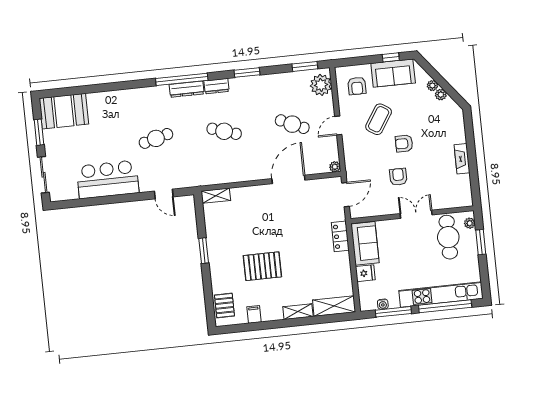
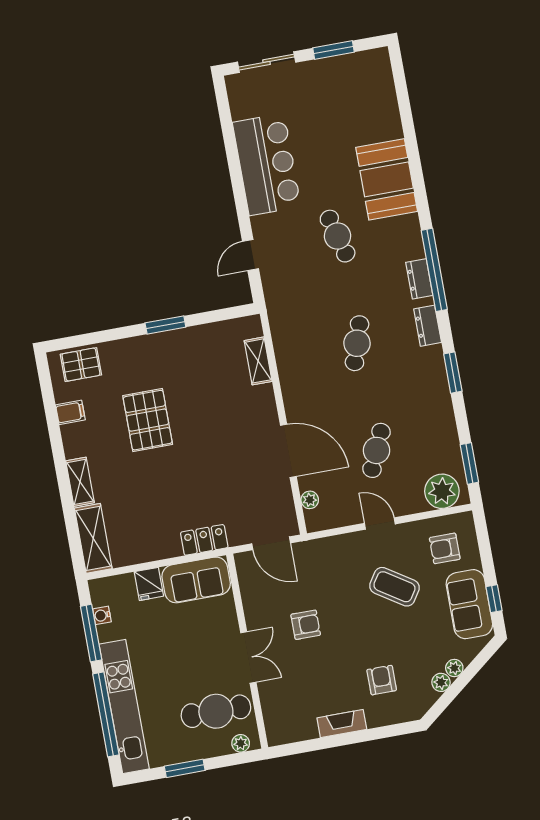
dresser: (187, 89) -> (419, 279), width x0.70
booth: (64, 111) -> (387, 179), moved
armchair: (404, 143) -> (382, 680), moved
plant: (335, 167) -> (310, 500), moved
shelving: (216, 196) -> (258, 361), moved
window: (481, 242) -> (185, 768), moved

